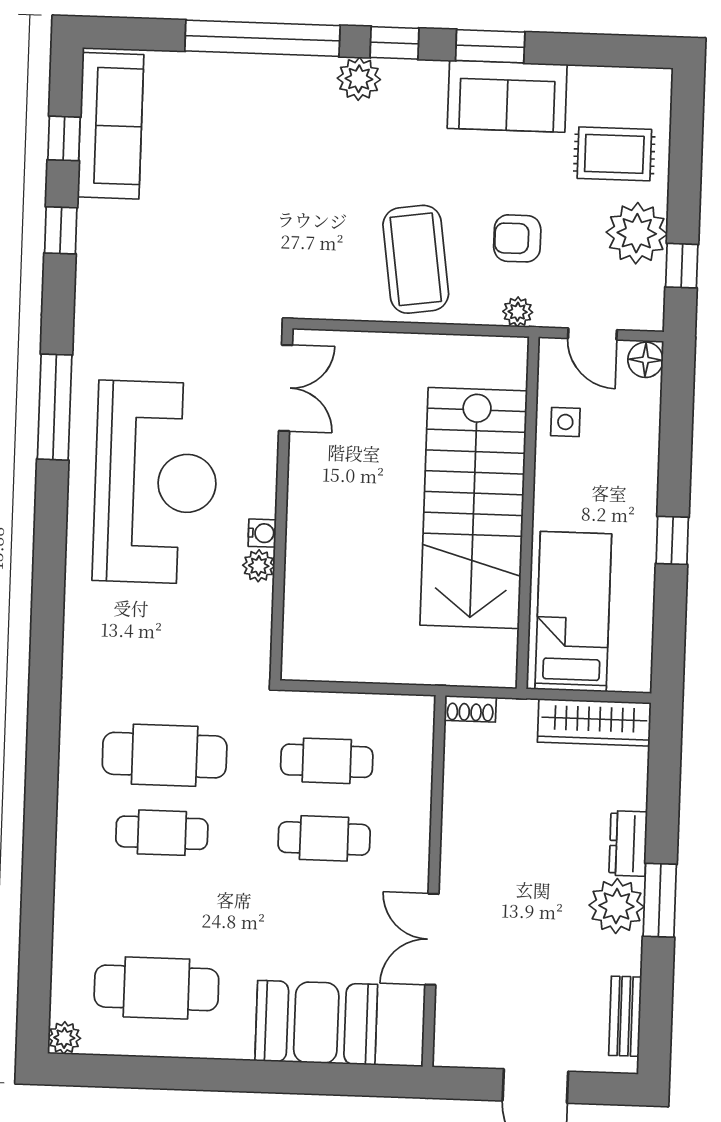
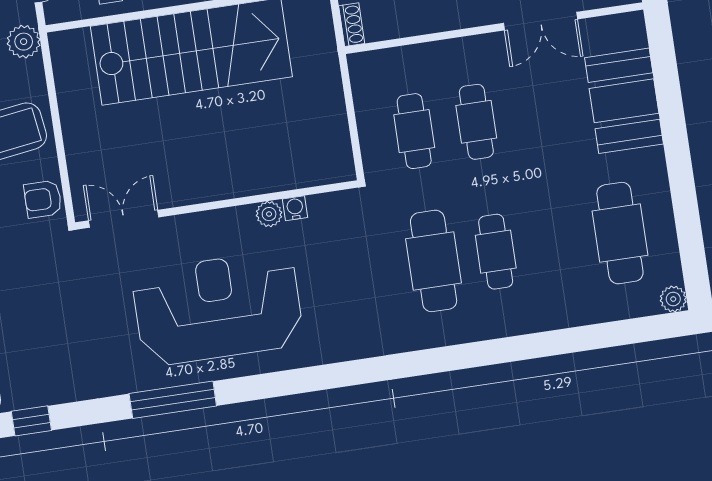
armchair: (328, 294) -> (43, 199), added
plant: (518, 312) -> (24, 42), width x1.38, depth x1.38
water cooler: (262, 533) -> (295, 208), moved

